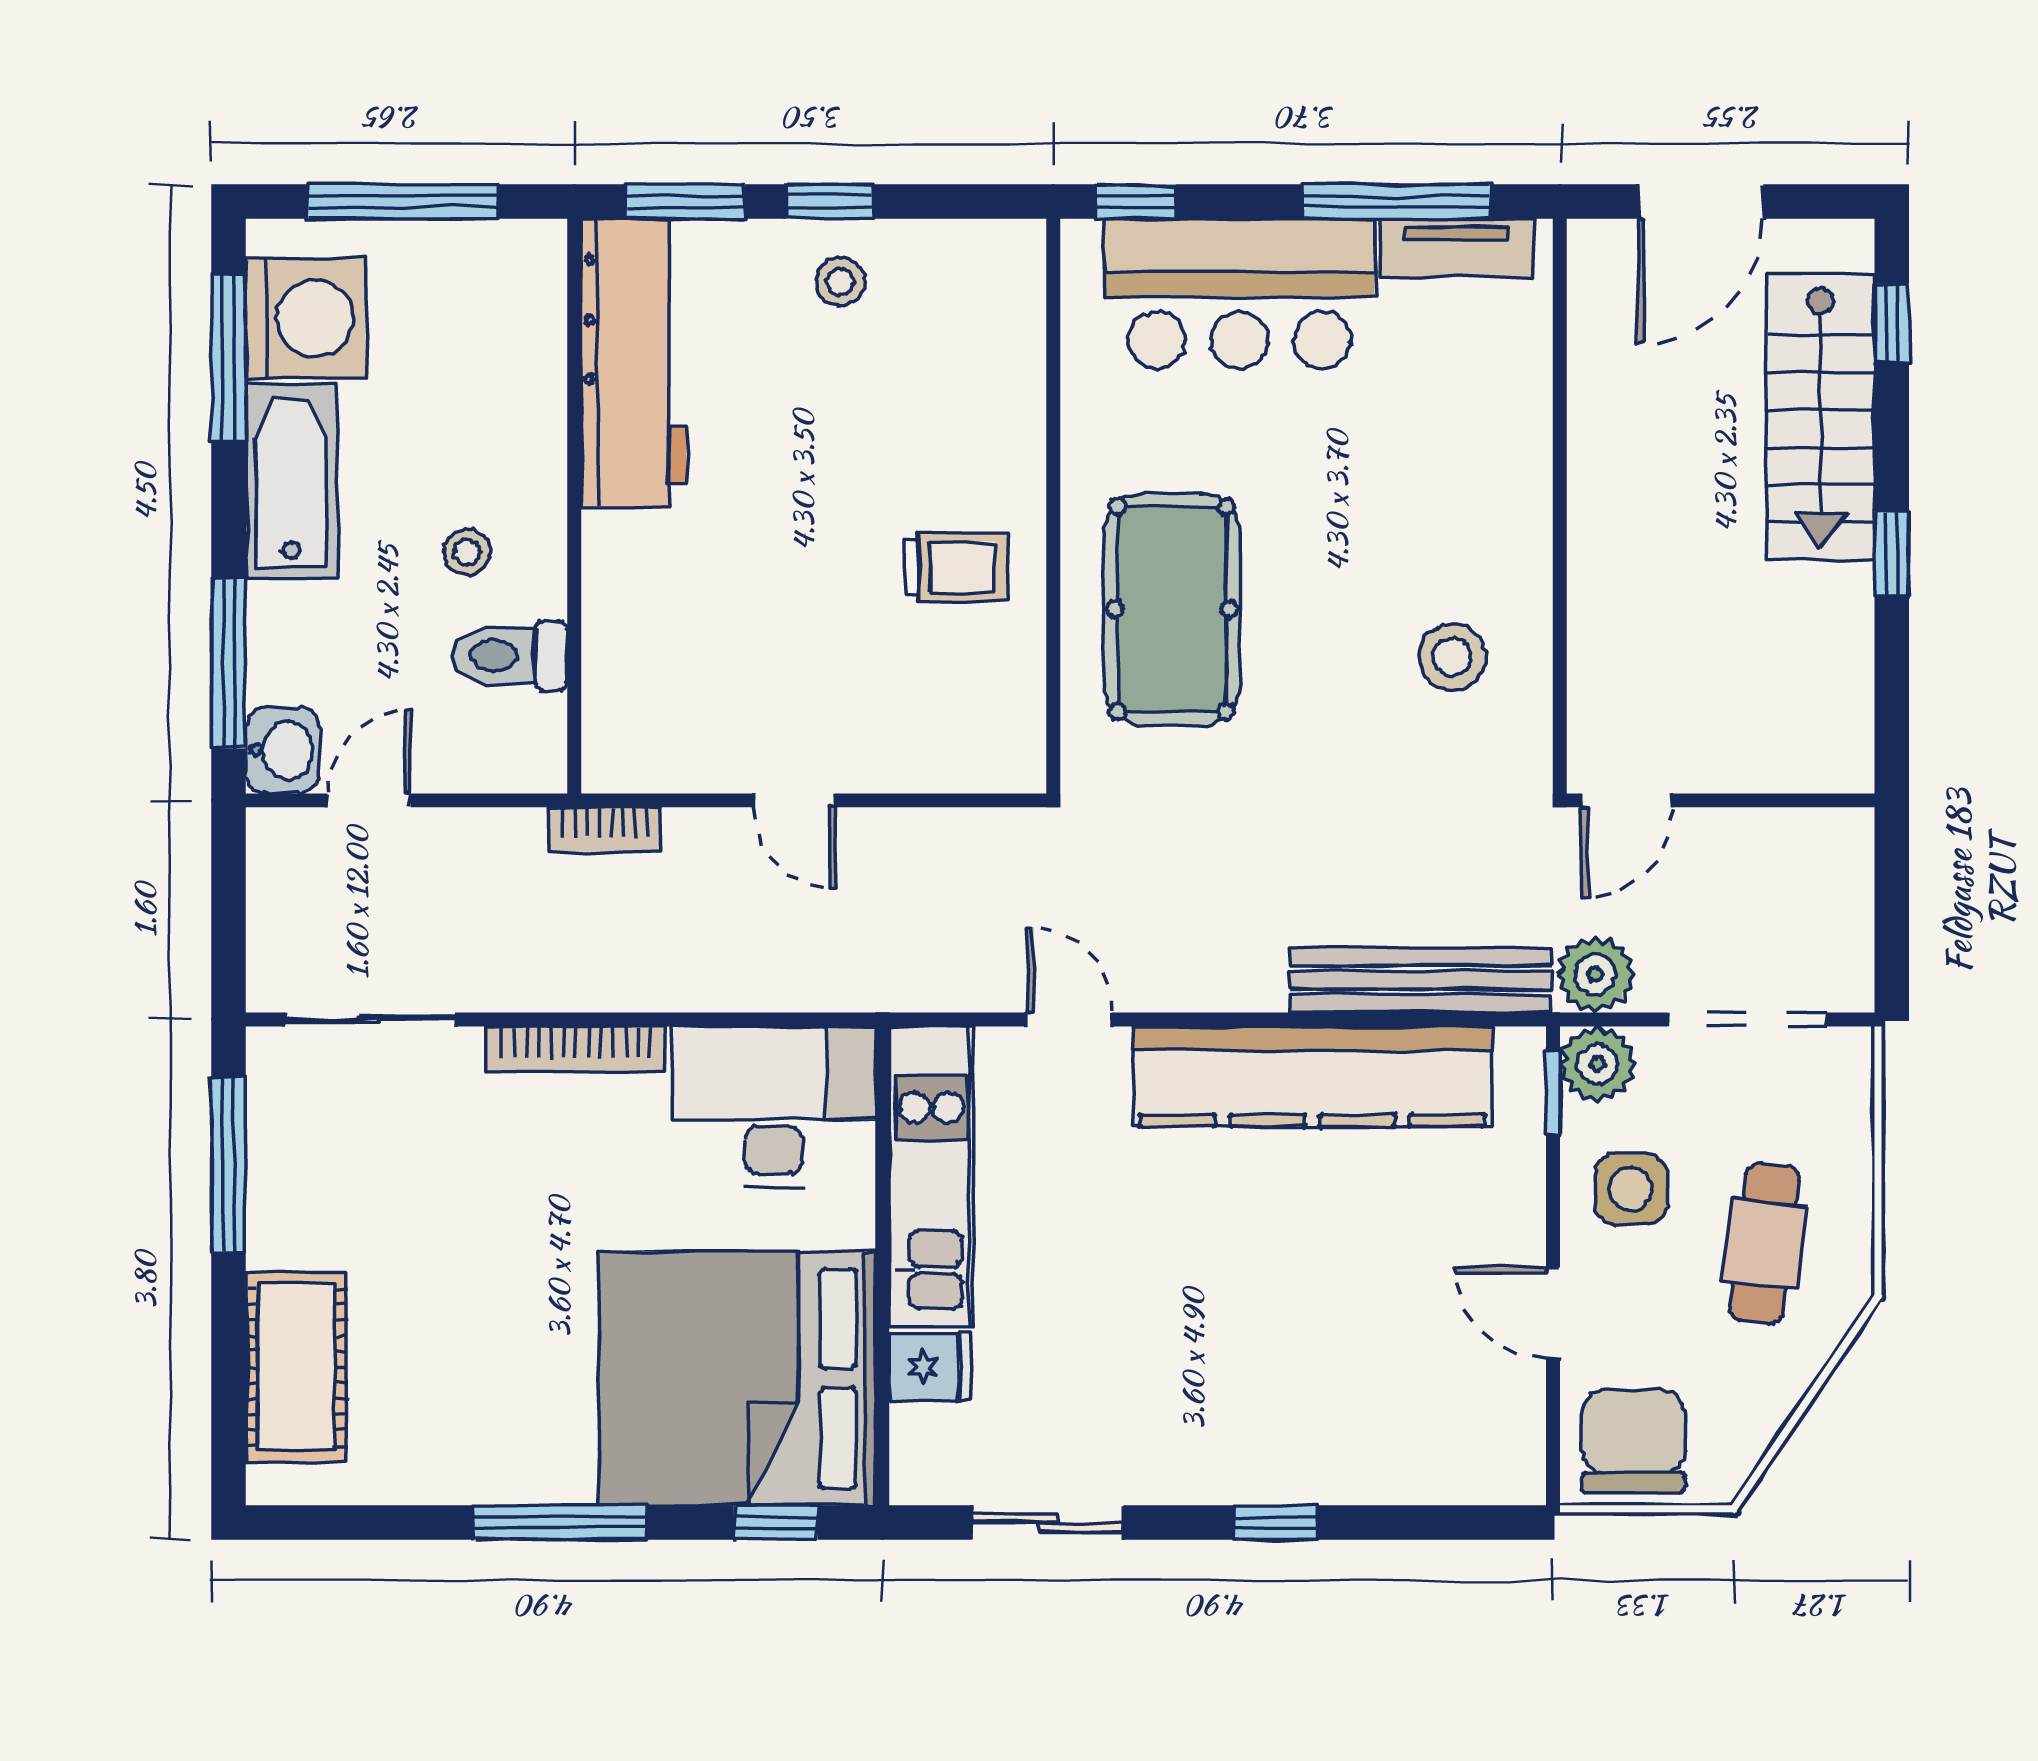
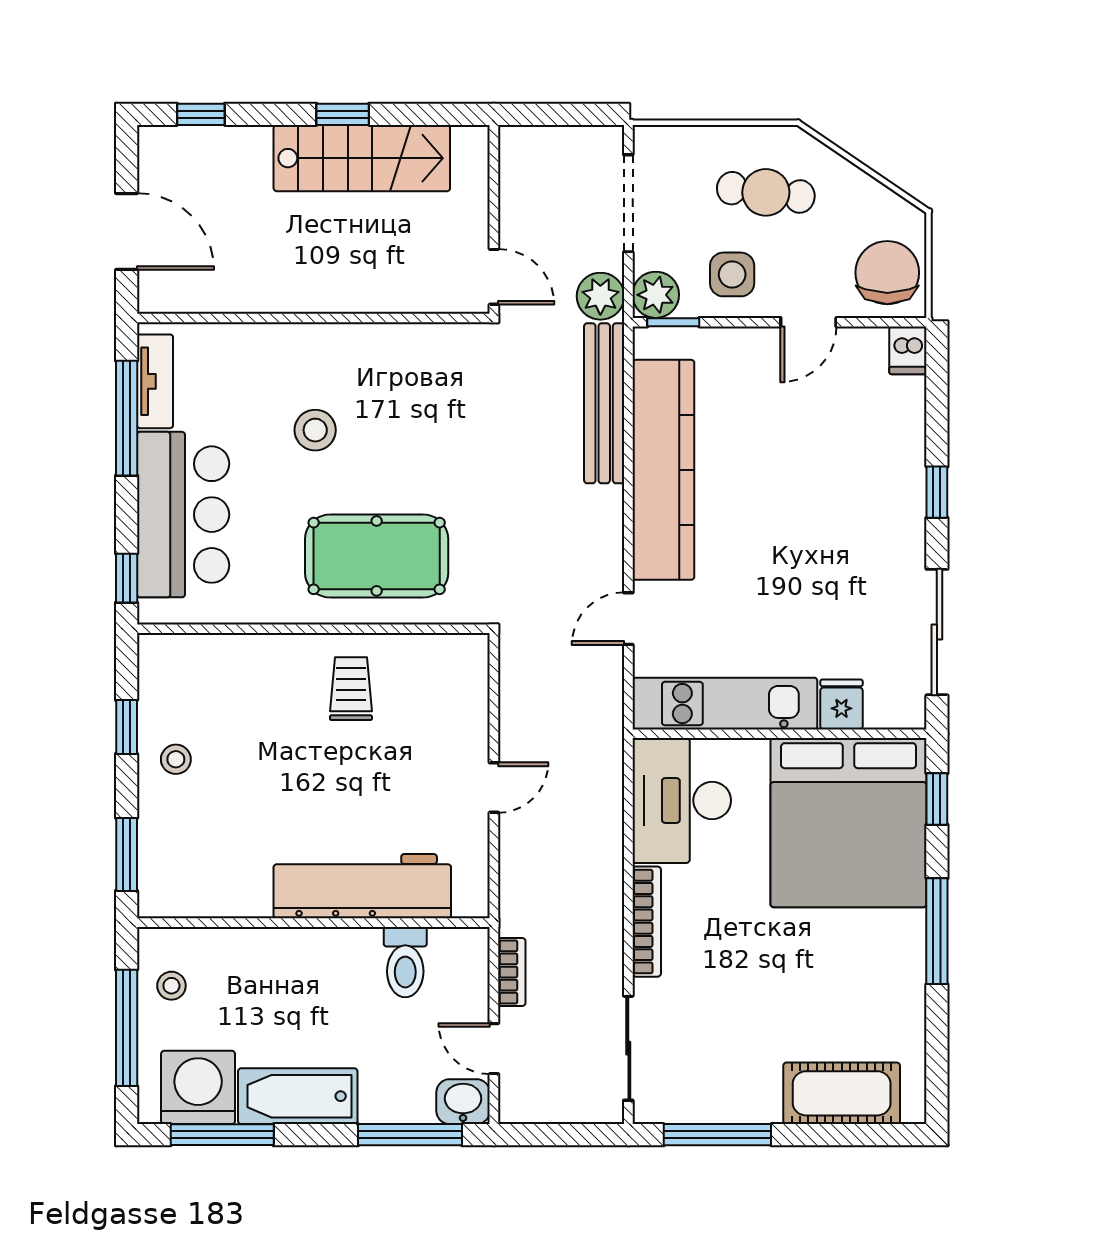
window: (830, 202) -> (127, 727), moved
workbench: (634, 363) -> (362, 886), moved
stairs: (1820, 416) -> (362, 158), moved
stool: (467, 552) -> (171, 986), moved
stool: (1452, 657) -> (315, 430), moved
bookcase: (605, 829) -> (512, 972), moved
chair: (1634, 1441) -> (887, 273), turned 90
dishwasher: (1507, 1475) -> (908, 350), added
sliding door: (1048, 1522) -> (937, 632), width x1.37

